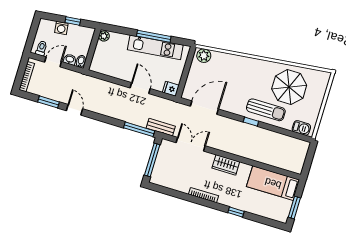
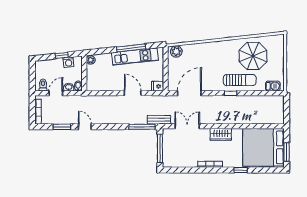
washing machine: (61, 28) -> (68, 62), moved
bed: (273, 183) -> (263, 147), width x2.04

